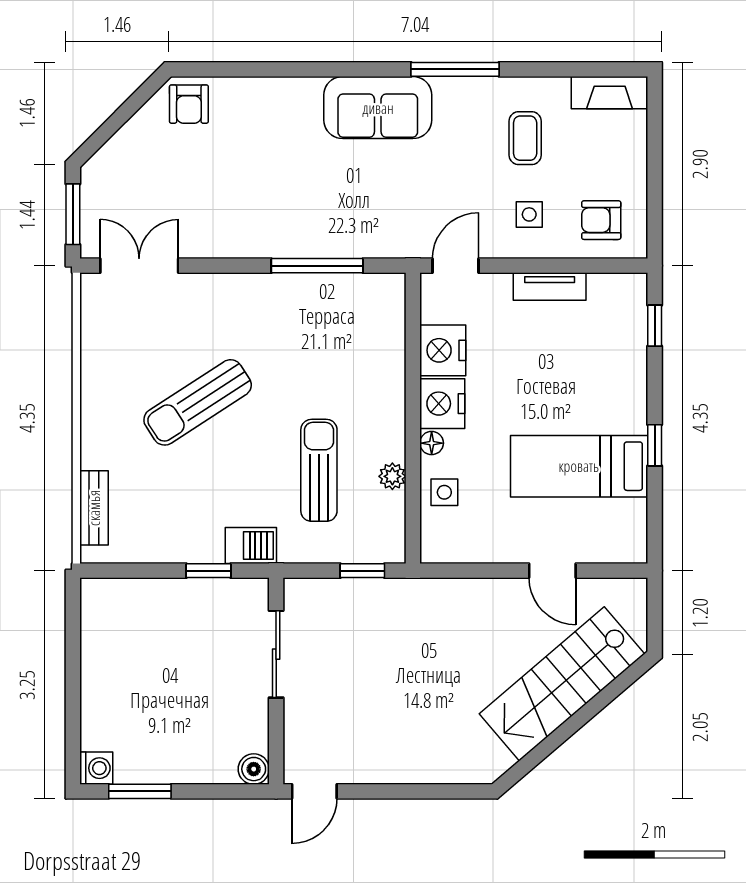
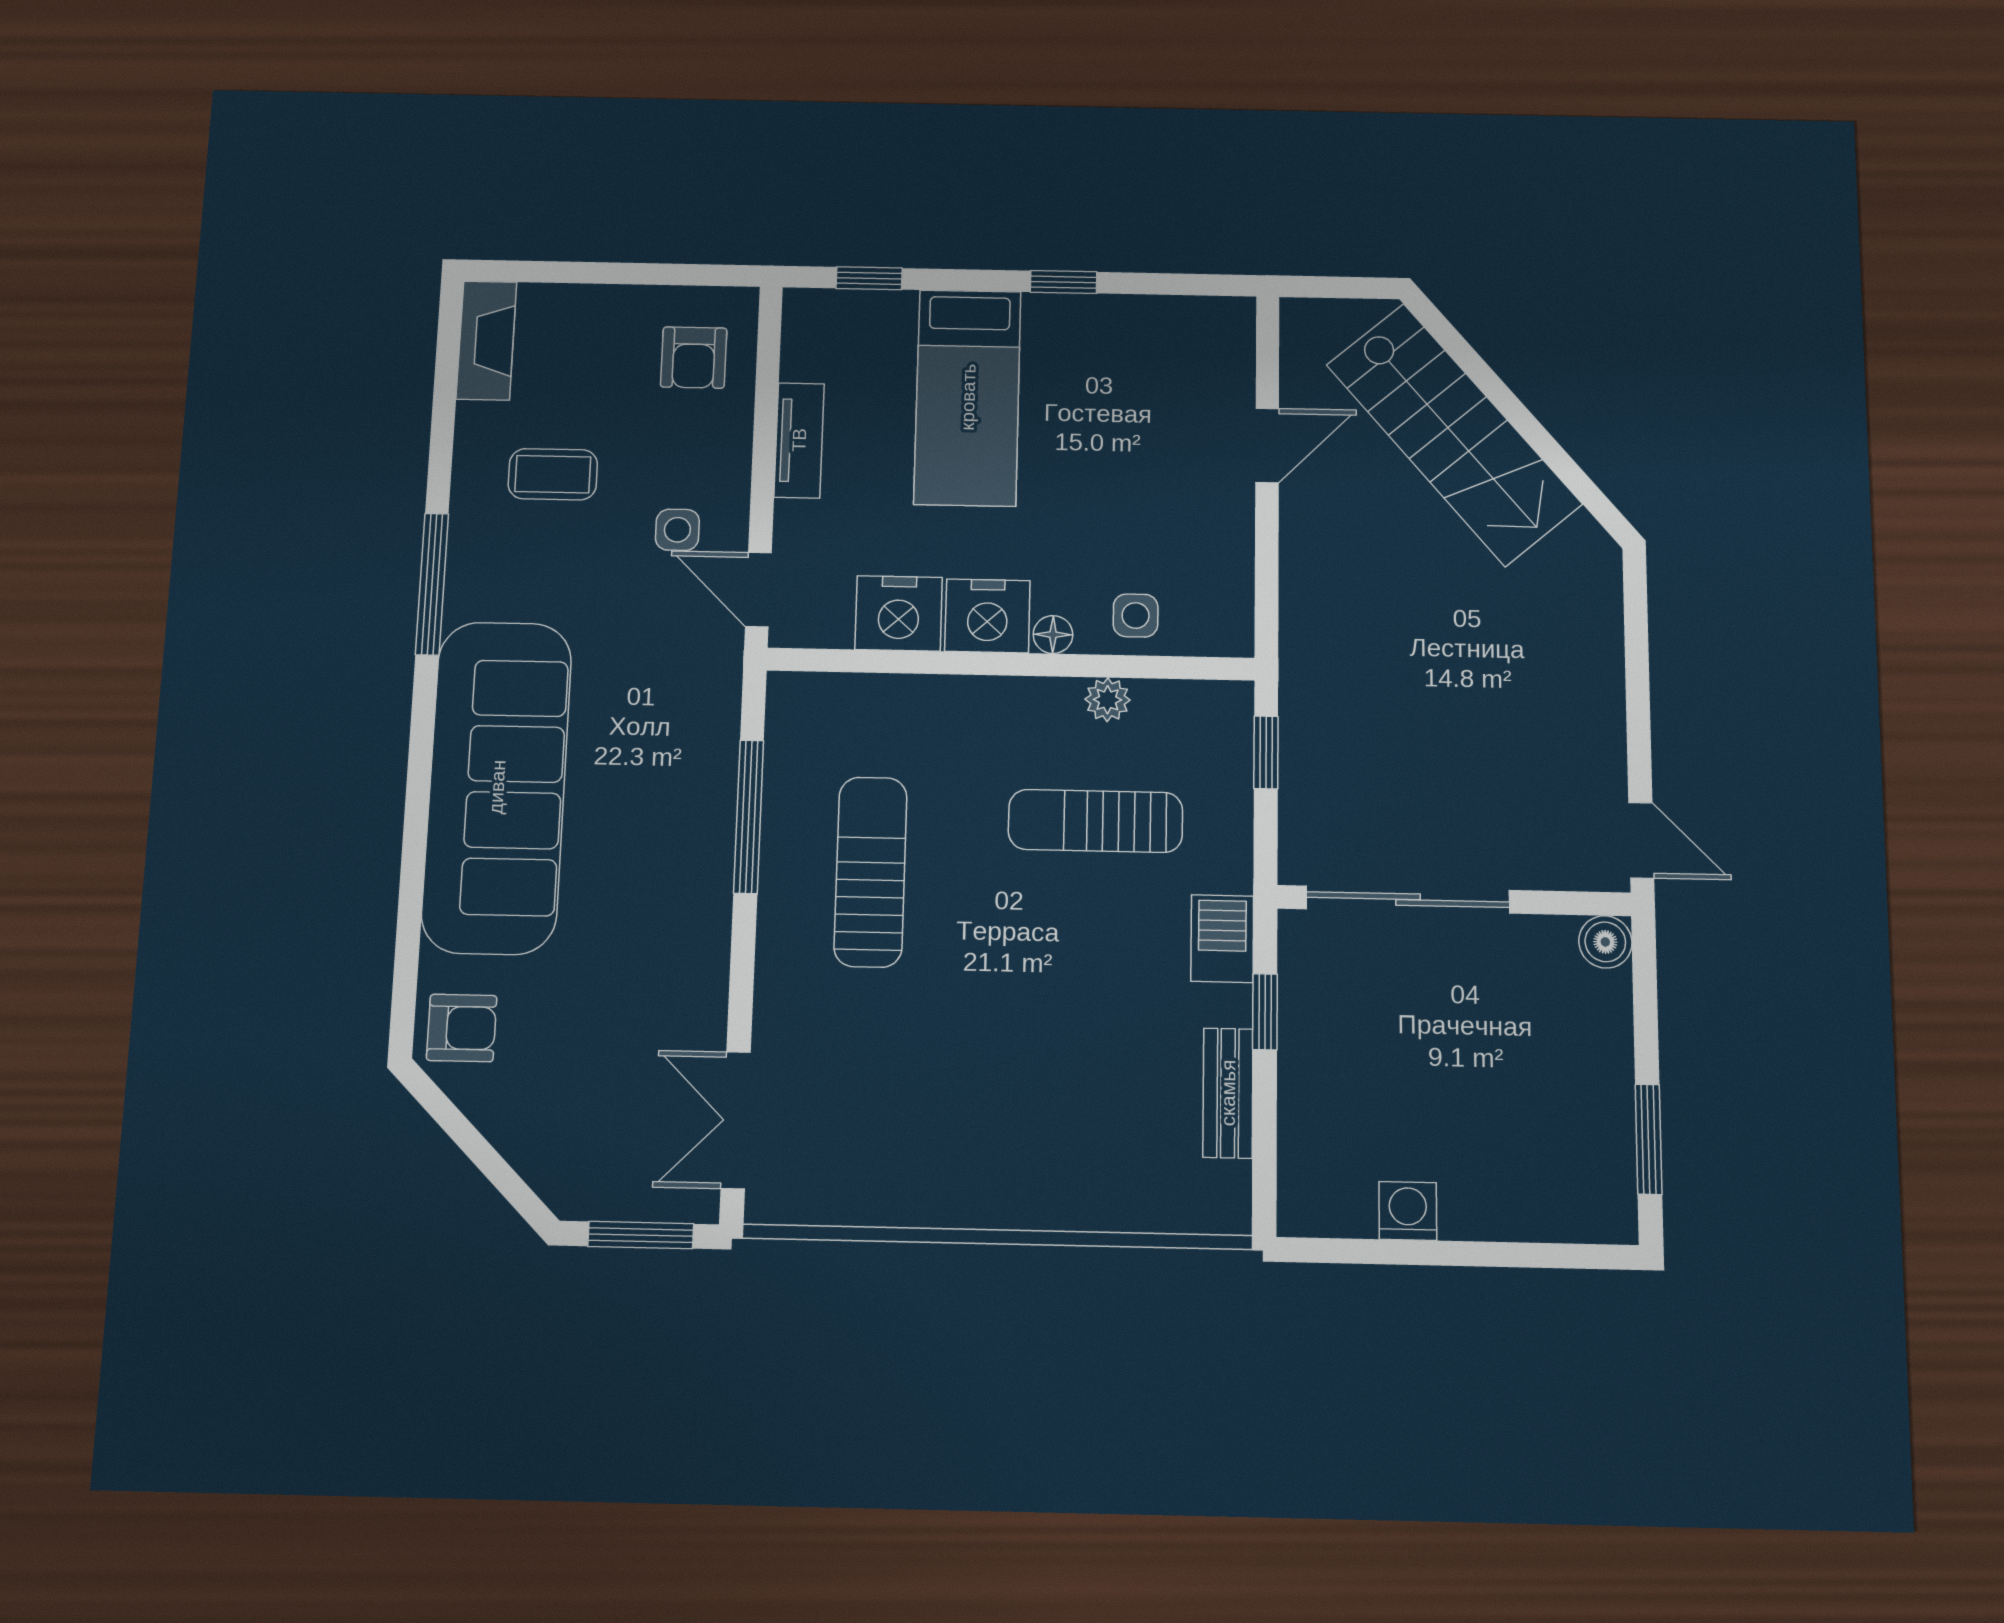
sofa: (378, 108) -> (497, 787), width x1.85, depth x1.27
side table: (529, 214) -> (677, 530), moved
sun lounger: (198, 402) -> (870, 872), moved, turned -147
bed: (579, 466) -> (968, 397), moved
bench: (94, 508) -> (1228, 1093), moved, turned 90
sliding door: (276, 654) -> (1408, 900), width x1.37
washing machine: (96, 768) -> (1408, 1211), moved

